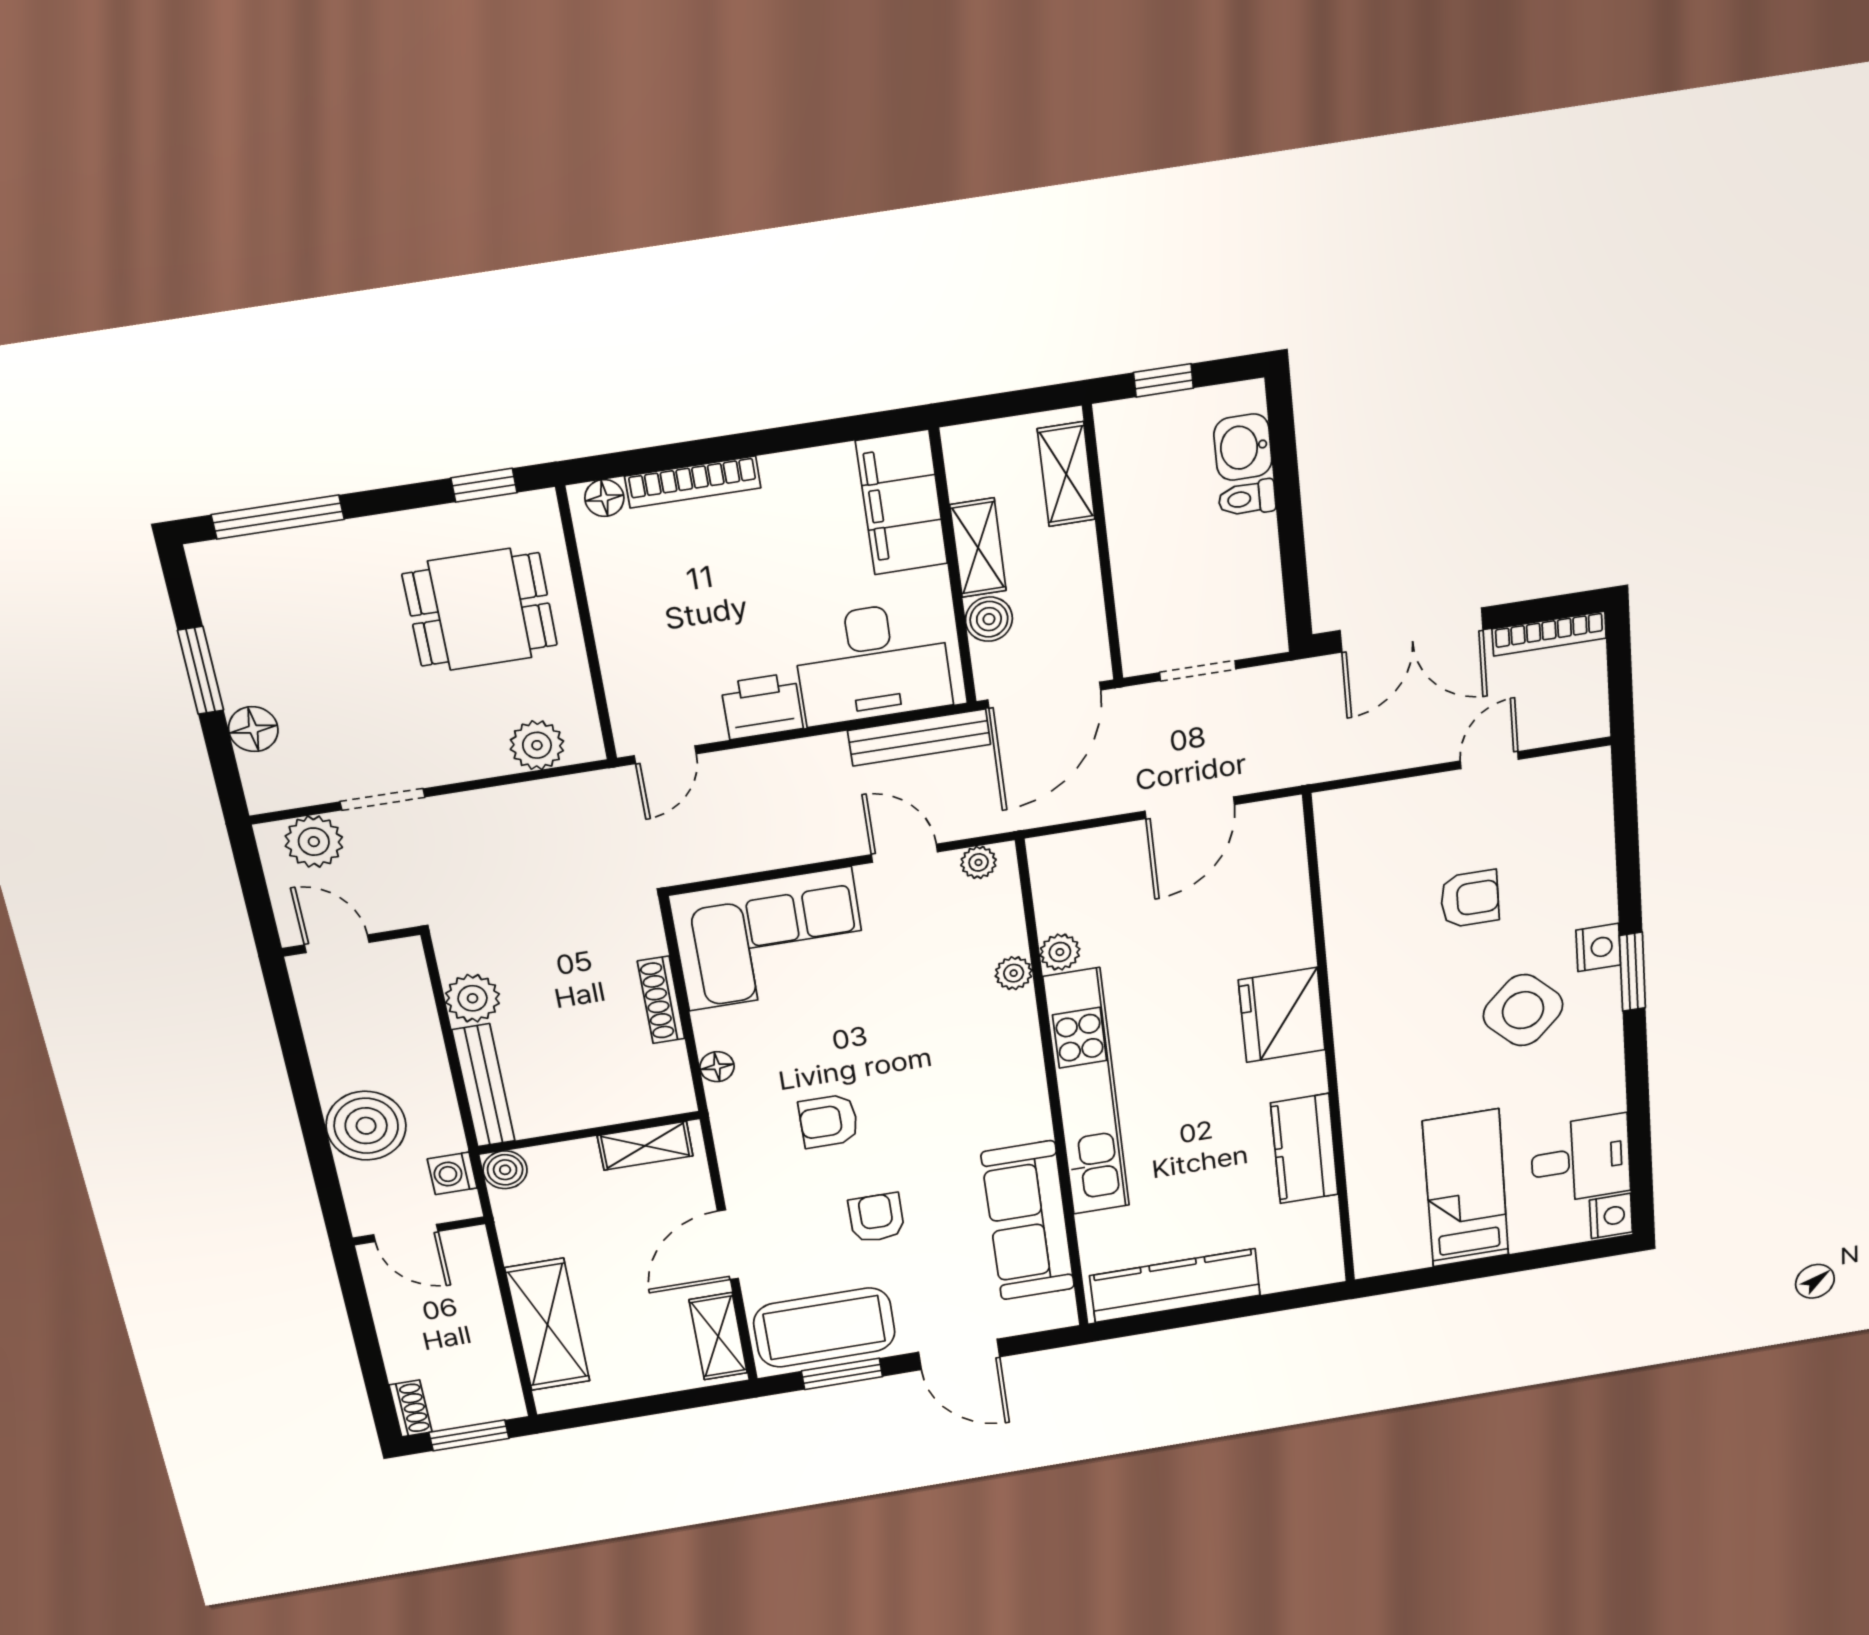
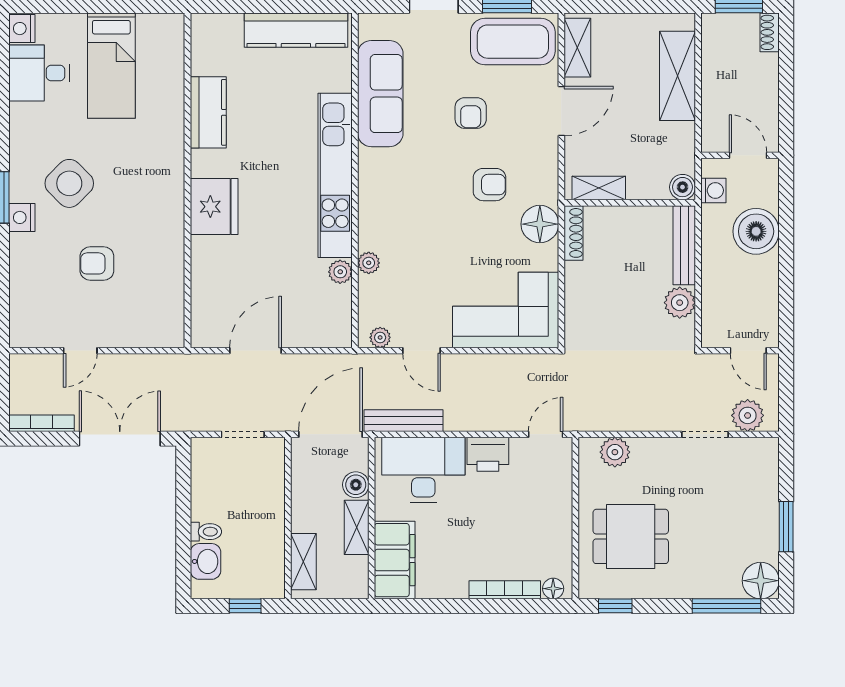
floor lamp: (253, 729) -> (761, 581), moved, width x1.38, depth x1.38
shoe rack: (661, 1000) -> (574, 233), moved
floor lamp: (717, 1067) -> (540, 224), width x1.89, depth x1.89

